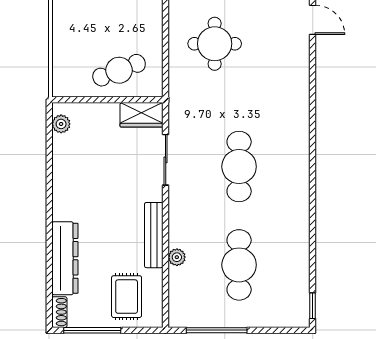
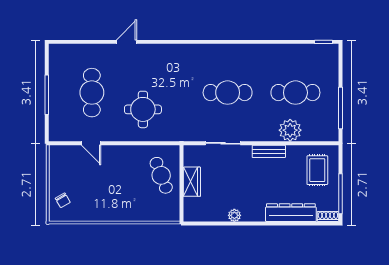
wardrobe: (141, 115) -> (192, 182), moved
plant: (61, 124) -> (234, 215), moved
bench: (154, 235) -> (269, 151), width x0.73
plant: (177, 257) -> (290, 130), width x1.88, depth x1.88
rug: (127, 297) -> (317, 170), turned 90

